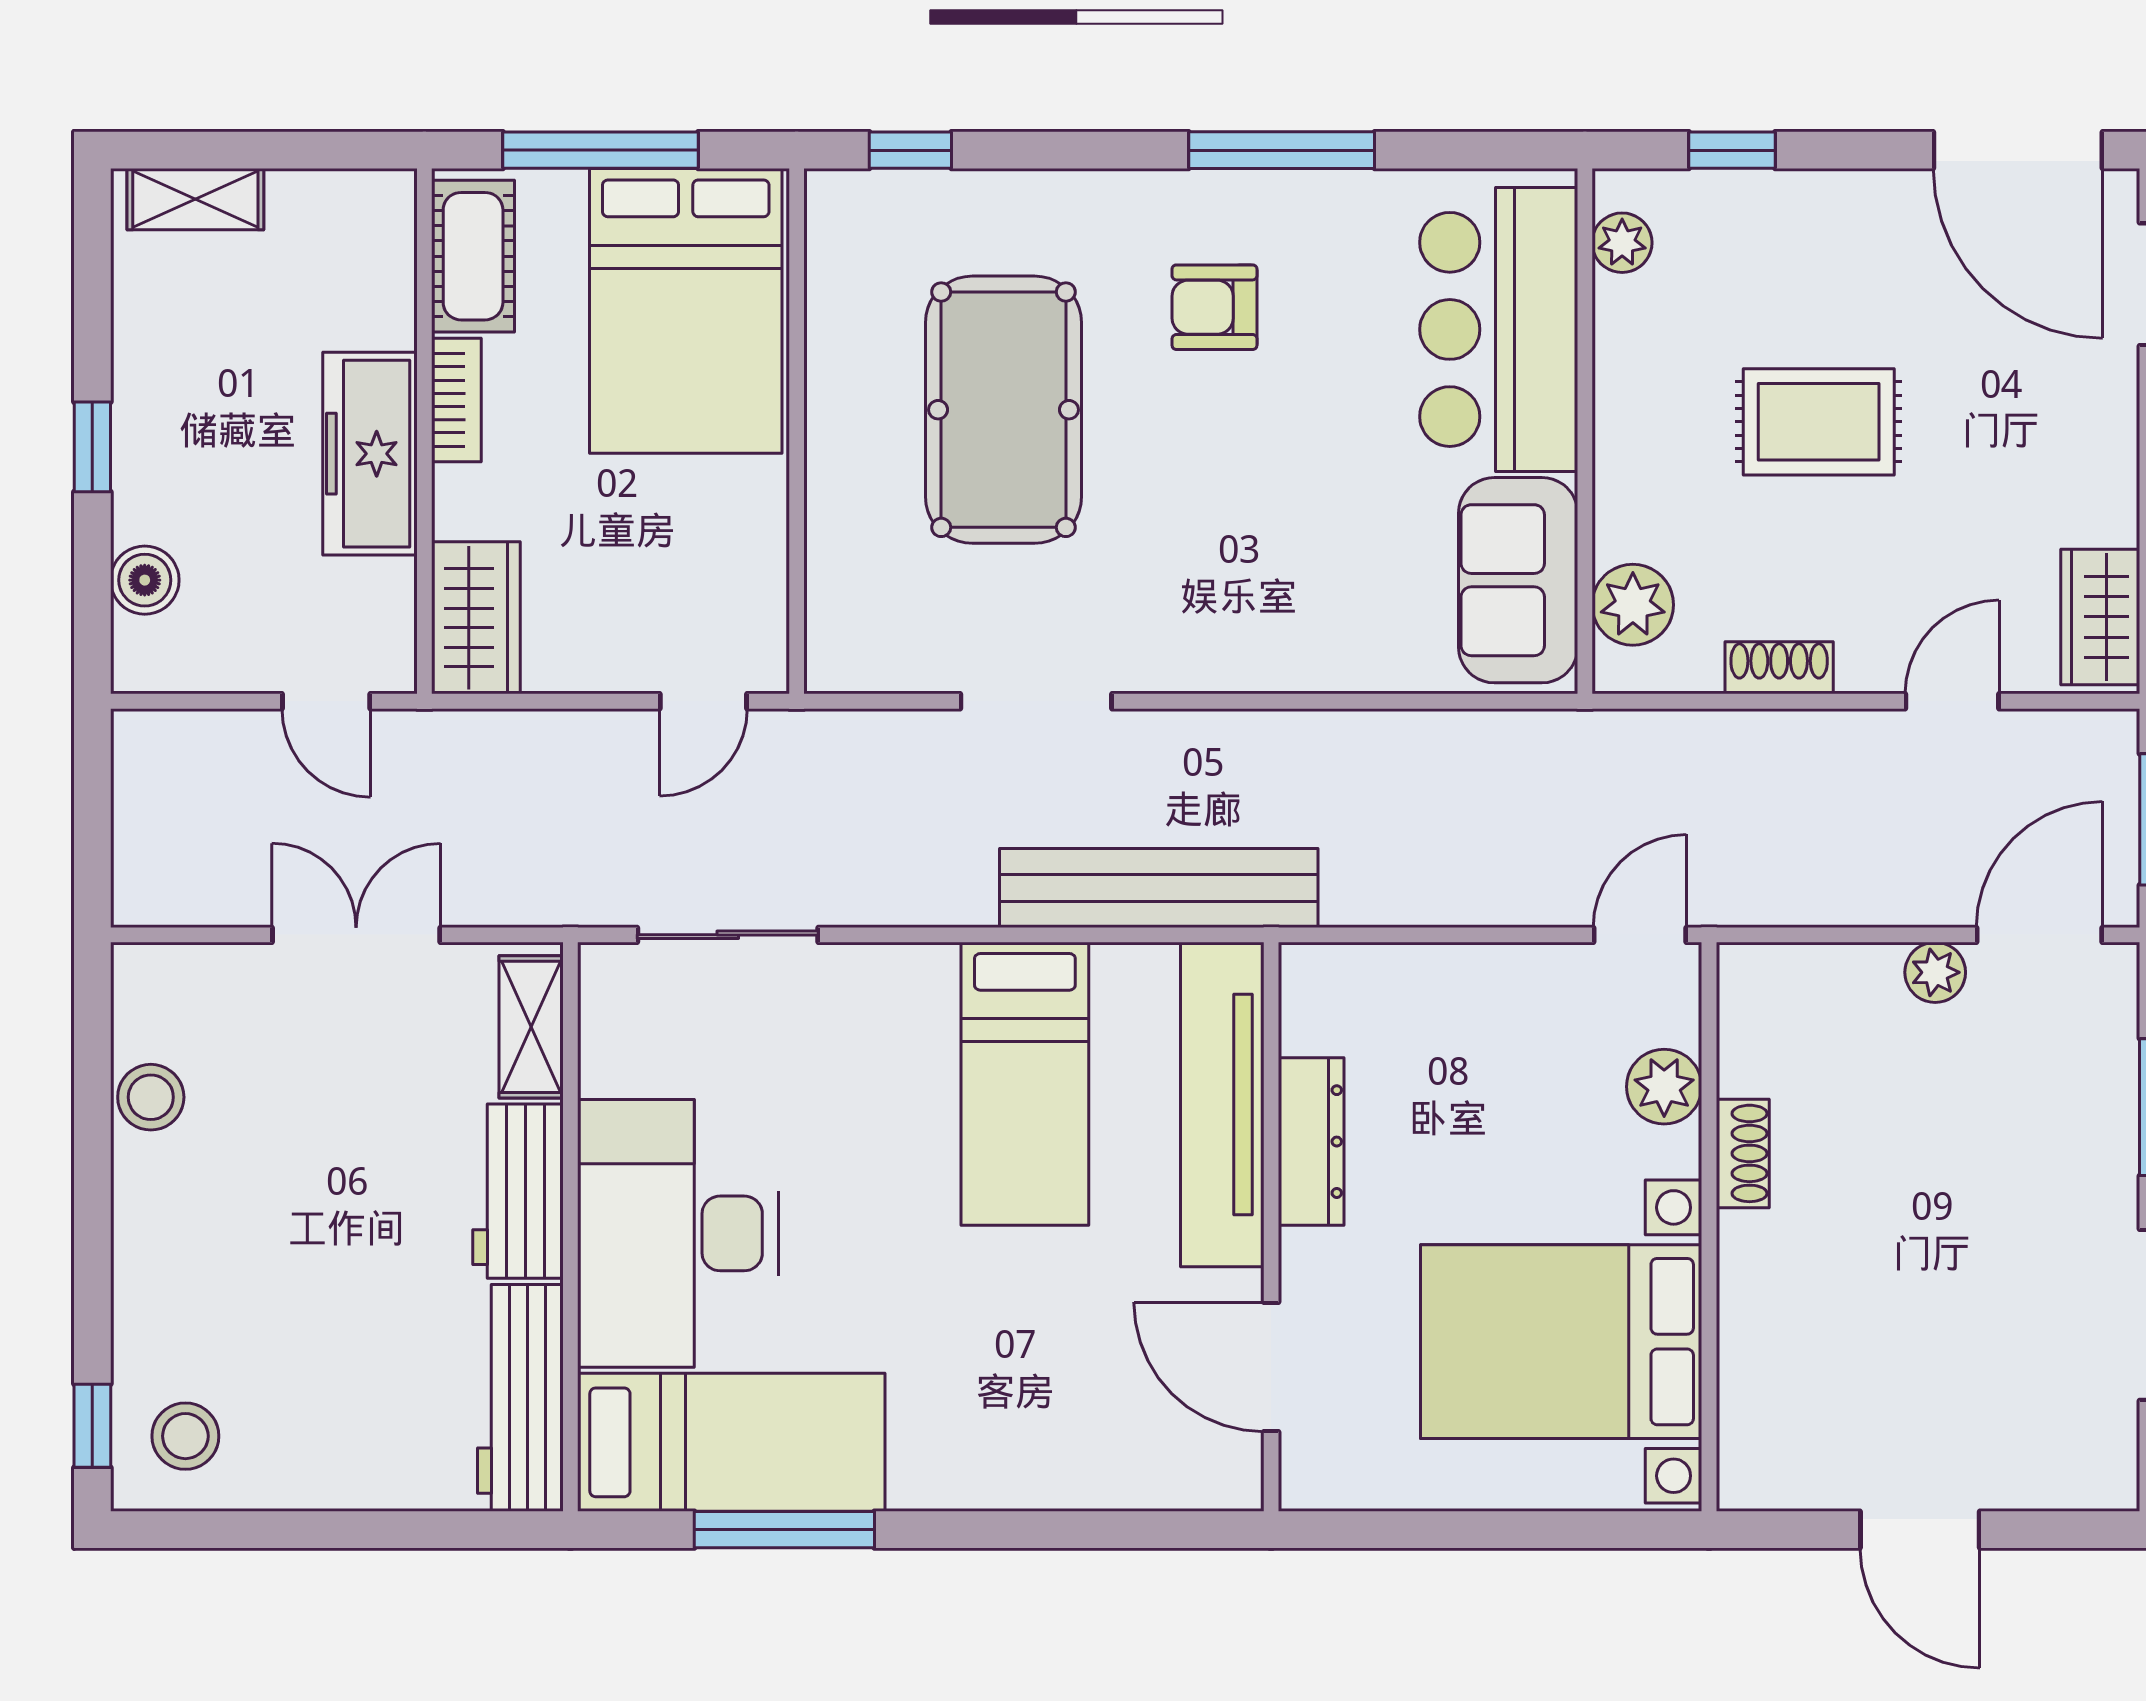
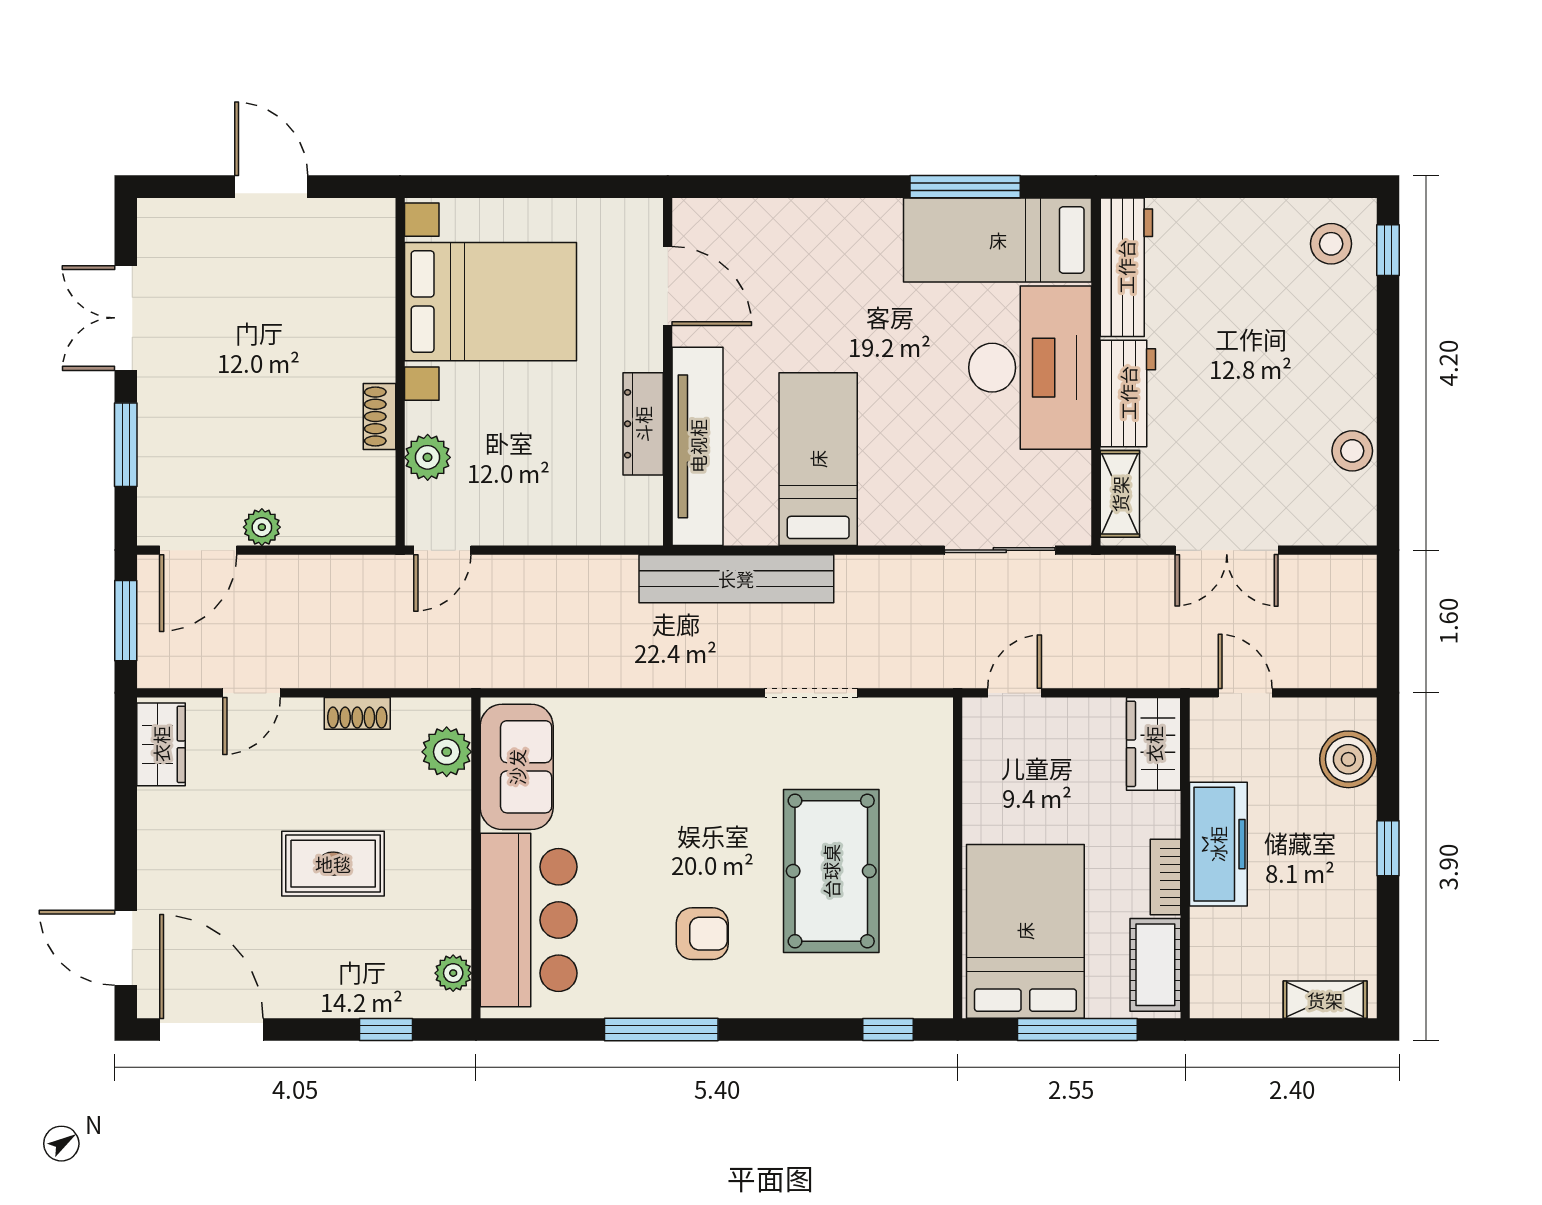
boiler: (145, 580) -> (1348, 759), width x1.36, depth x1.36

